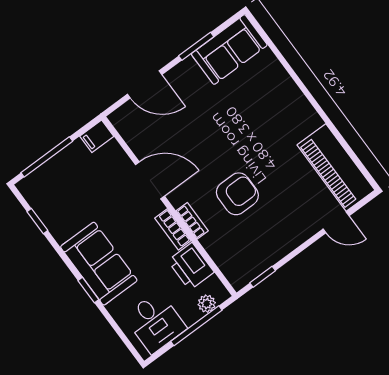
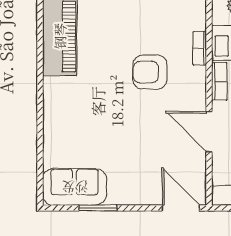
door: (145, 84) -> (181, 208), moved
bookcase: (192, 221) -> (200, 48), moved

